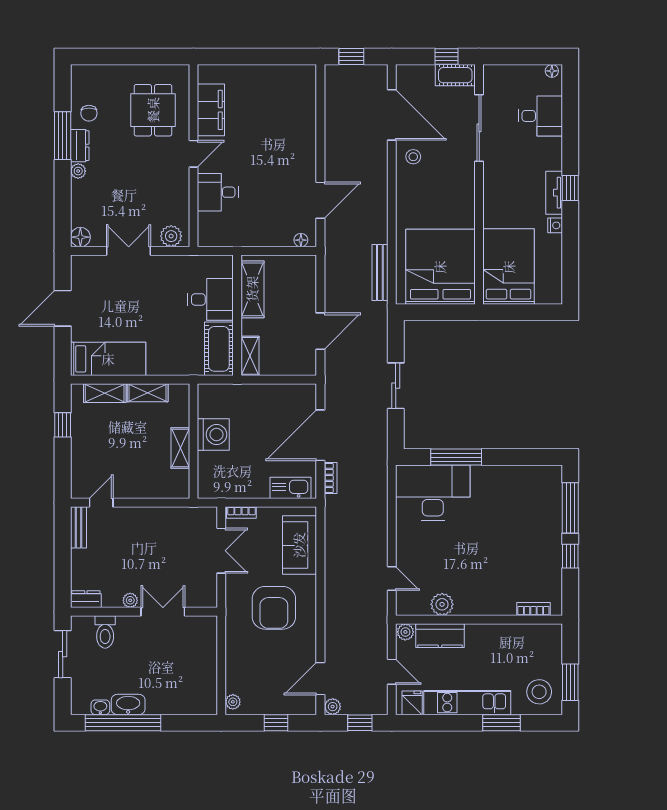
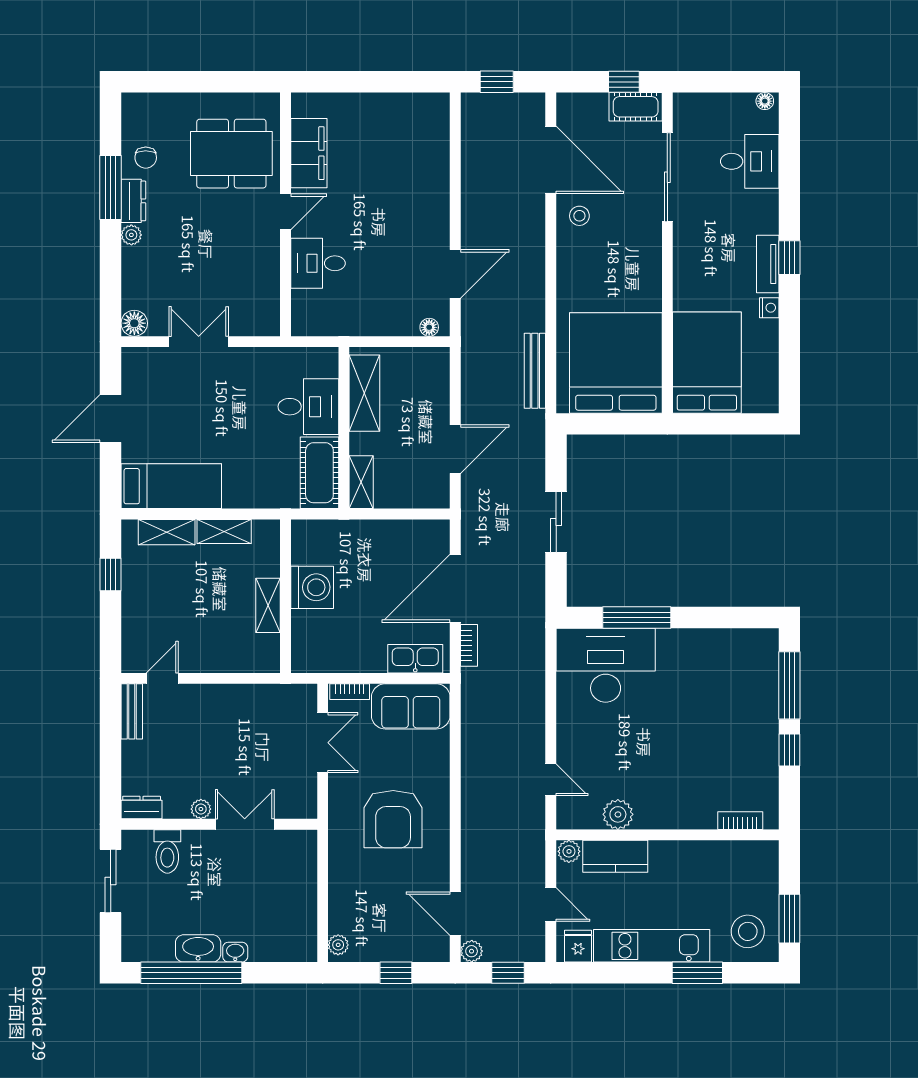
dining table: (153, 110) -> (231, 154), width x1.37
plant: (171, 236) -> (256, 322), removed
sofa: (299, 545) -> (411, 706), moved, turned -90
door: (320, 679) -> (455, 914), hinge flipped
washbasin: (100, 707) -> (235, 952), moved

